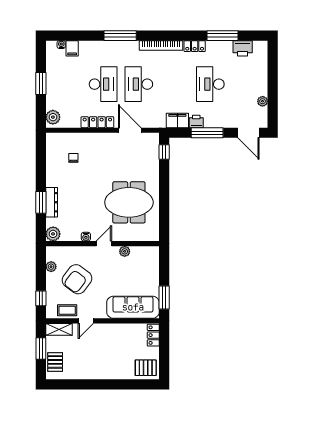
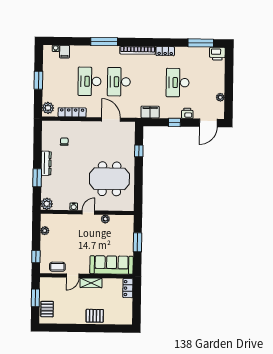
window: (222, 36) -> (201, 43), moved
printer: (243, 48) -> (217, 54), moved
desk: (103, 84) -> (90, 81), turned 180
printer: (196, 121) -> (187, 113), moved
locker: (97, 122) -> (72, 112), moved
window: (207, 133) -> (174, 122), width x0.46
door: (248, 133) -> (208, 123), hinge flipped
window: (164, 152) -> (139, 151), moved
dresser: (52, 202) -> (46, 163), moved
armchair: (77, 279) -> (66, 241), removed
window: (164, 298) -> (138, 242), moved
shelving: (59, 329) -> (91, 283), moved
pallet: (146, 368) -> (95, 316), moved

